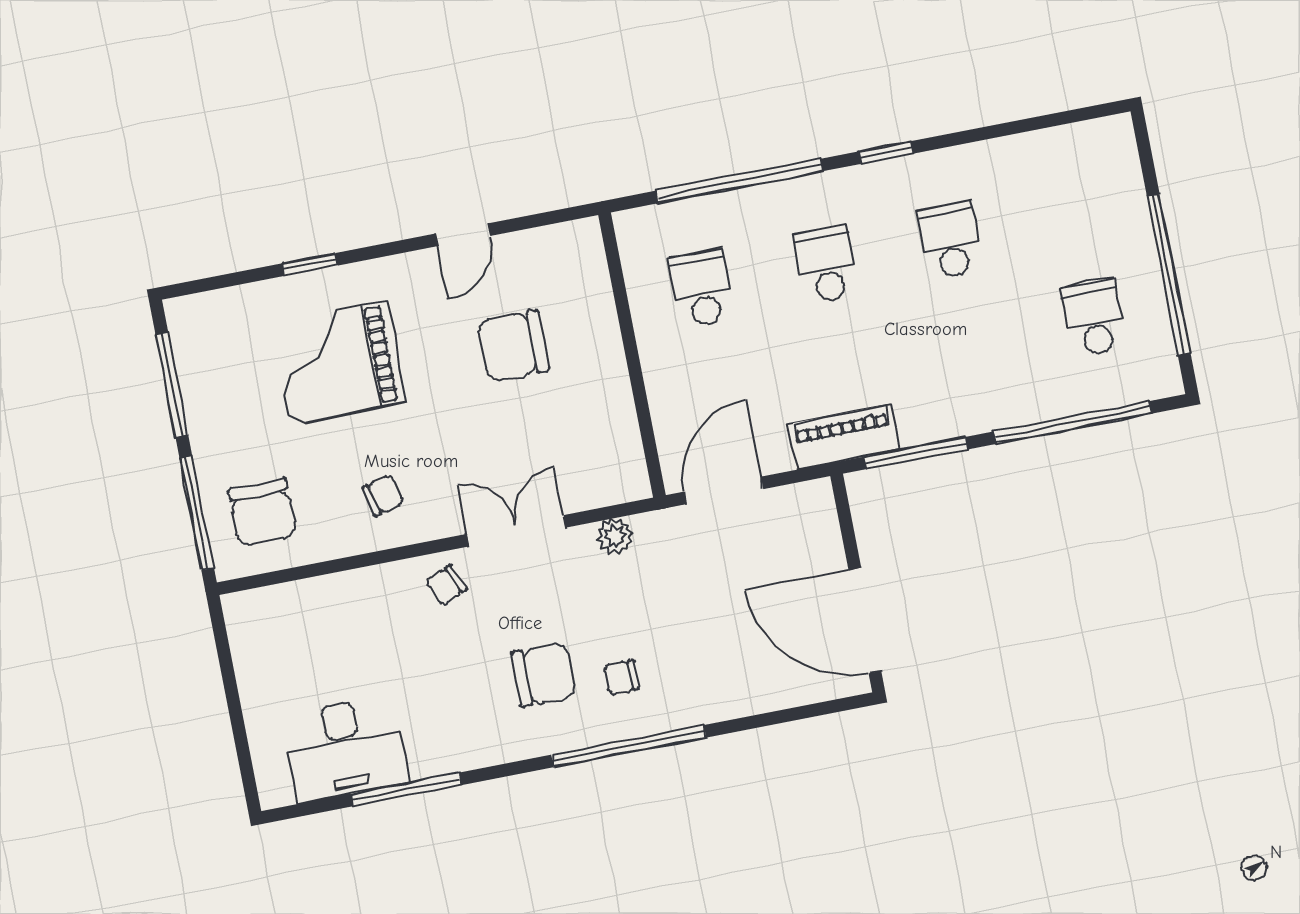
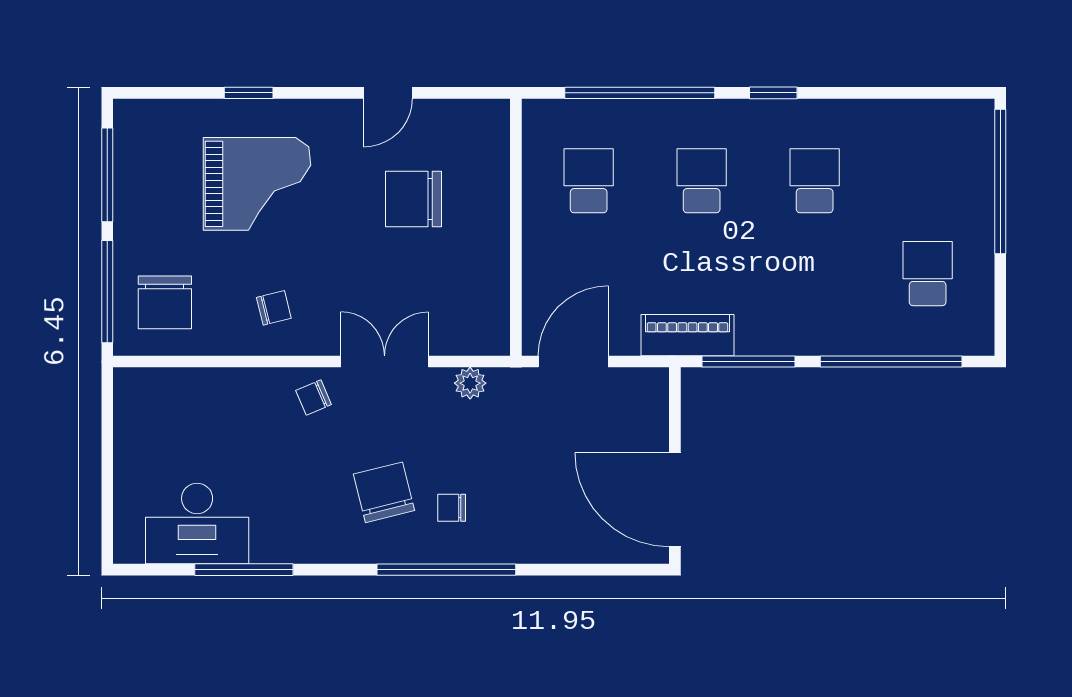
window: (1169, 275) -> (1000, 182), moved
grand piano: (338, 363) -> (257, 184), turned 180
chair: (544, 674) -> (384, 492), turned -104

